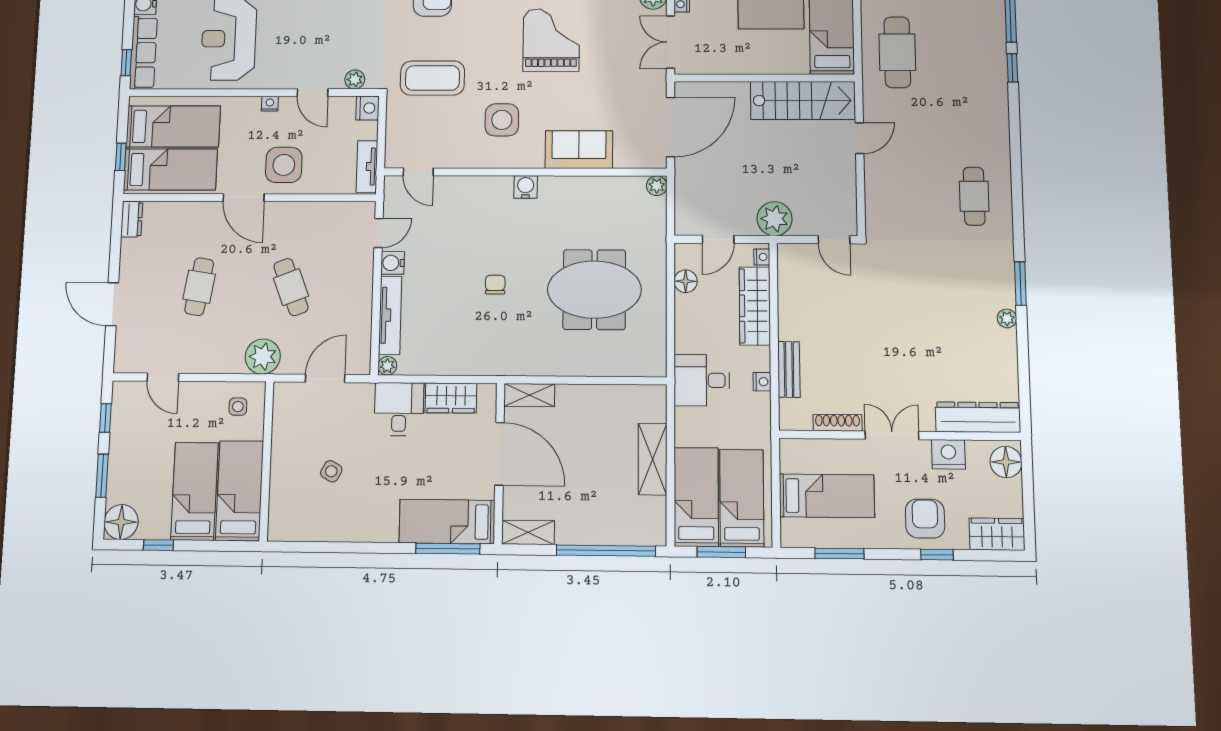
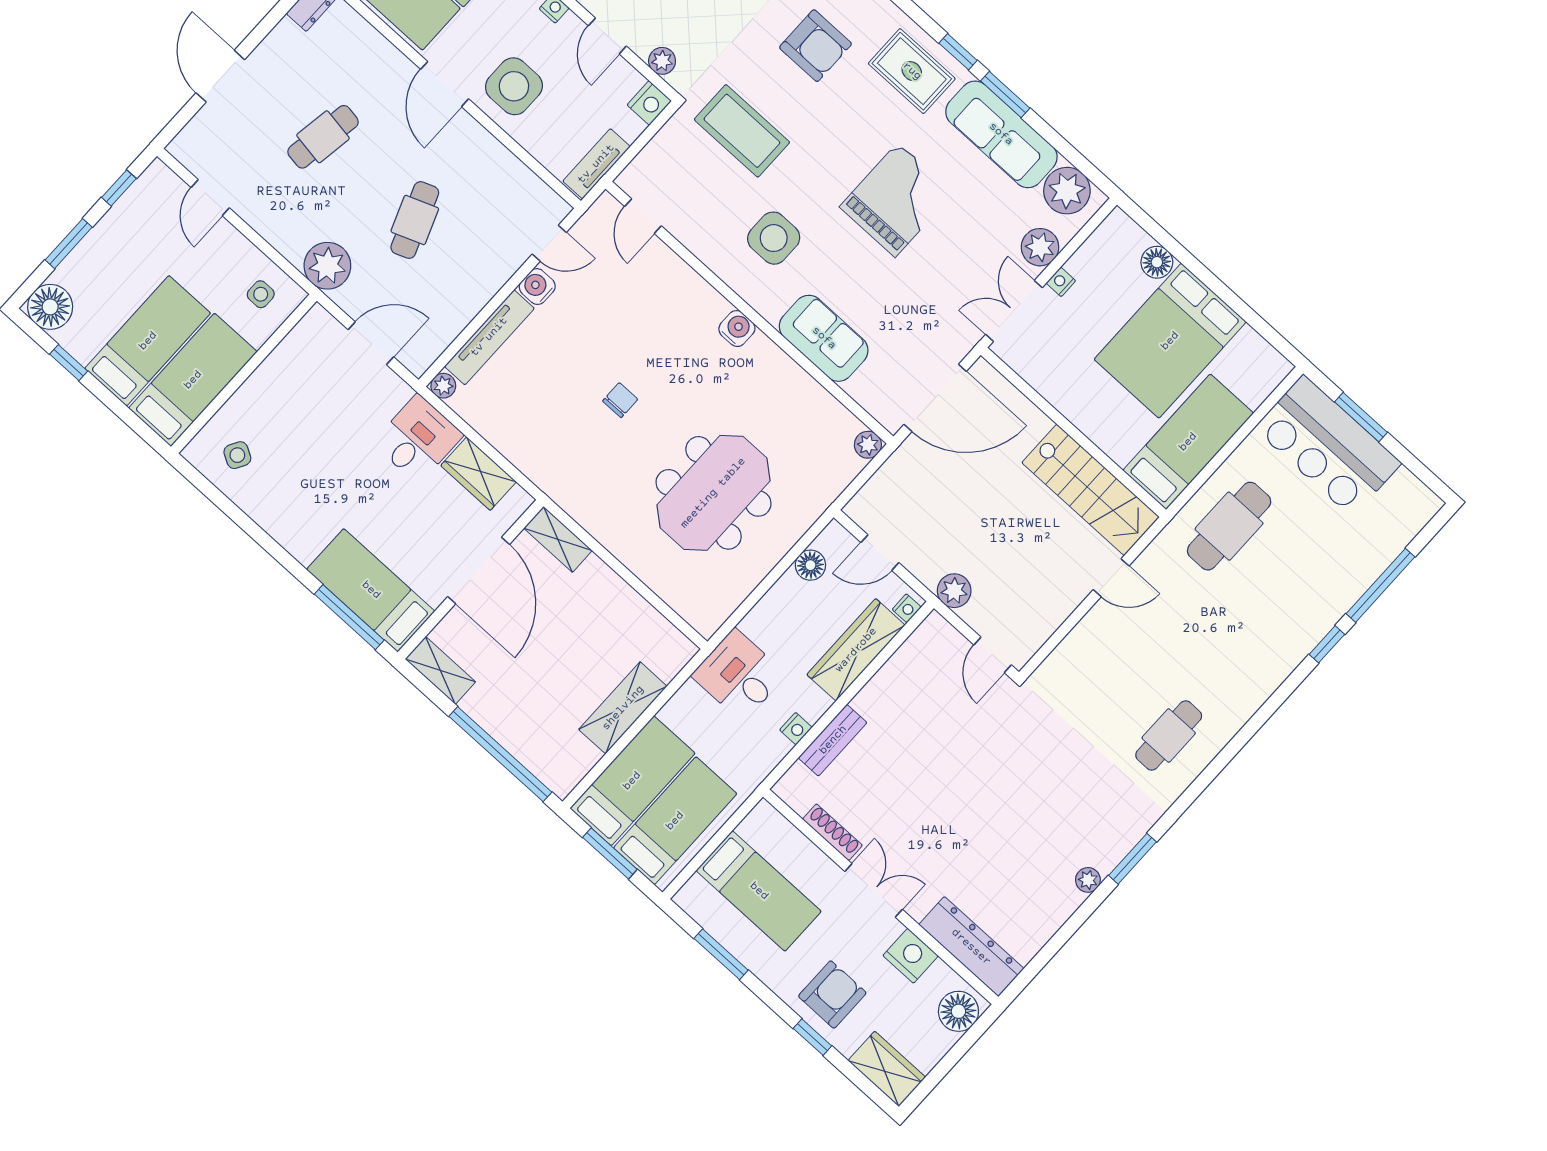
plant: (775, 219) -> (954, 591), width x0.73, depth x0.73
meeting table: (594, 290) -> (713, 493), turned 90
side table: (331, 471) -> (237, 455), moved

